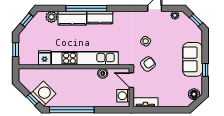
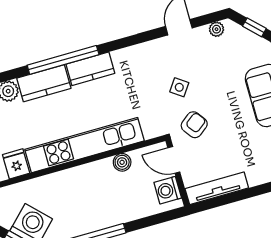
tv unit: (145, 102) -> (217, 188), width x1.41

